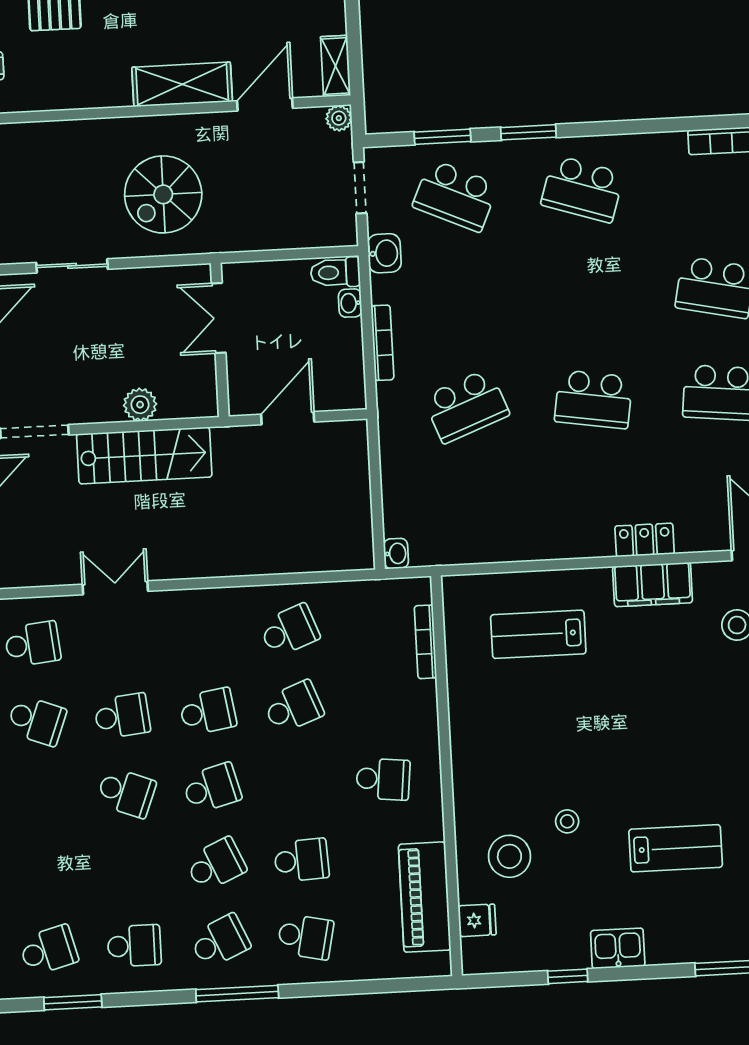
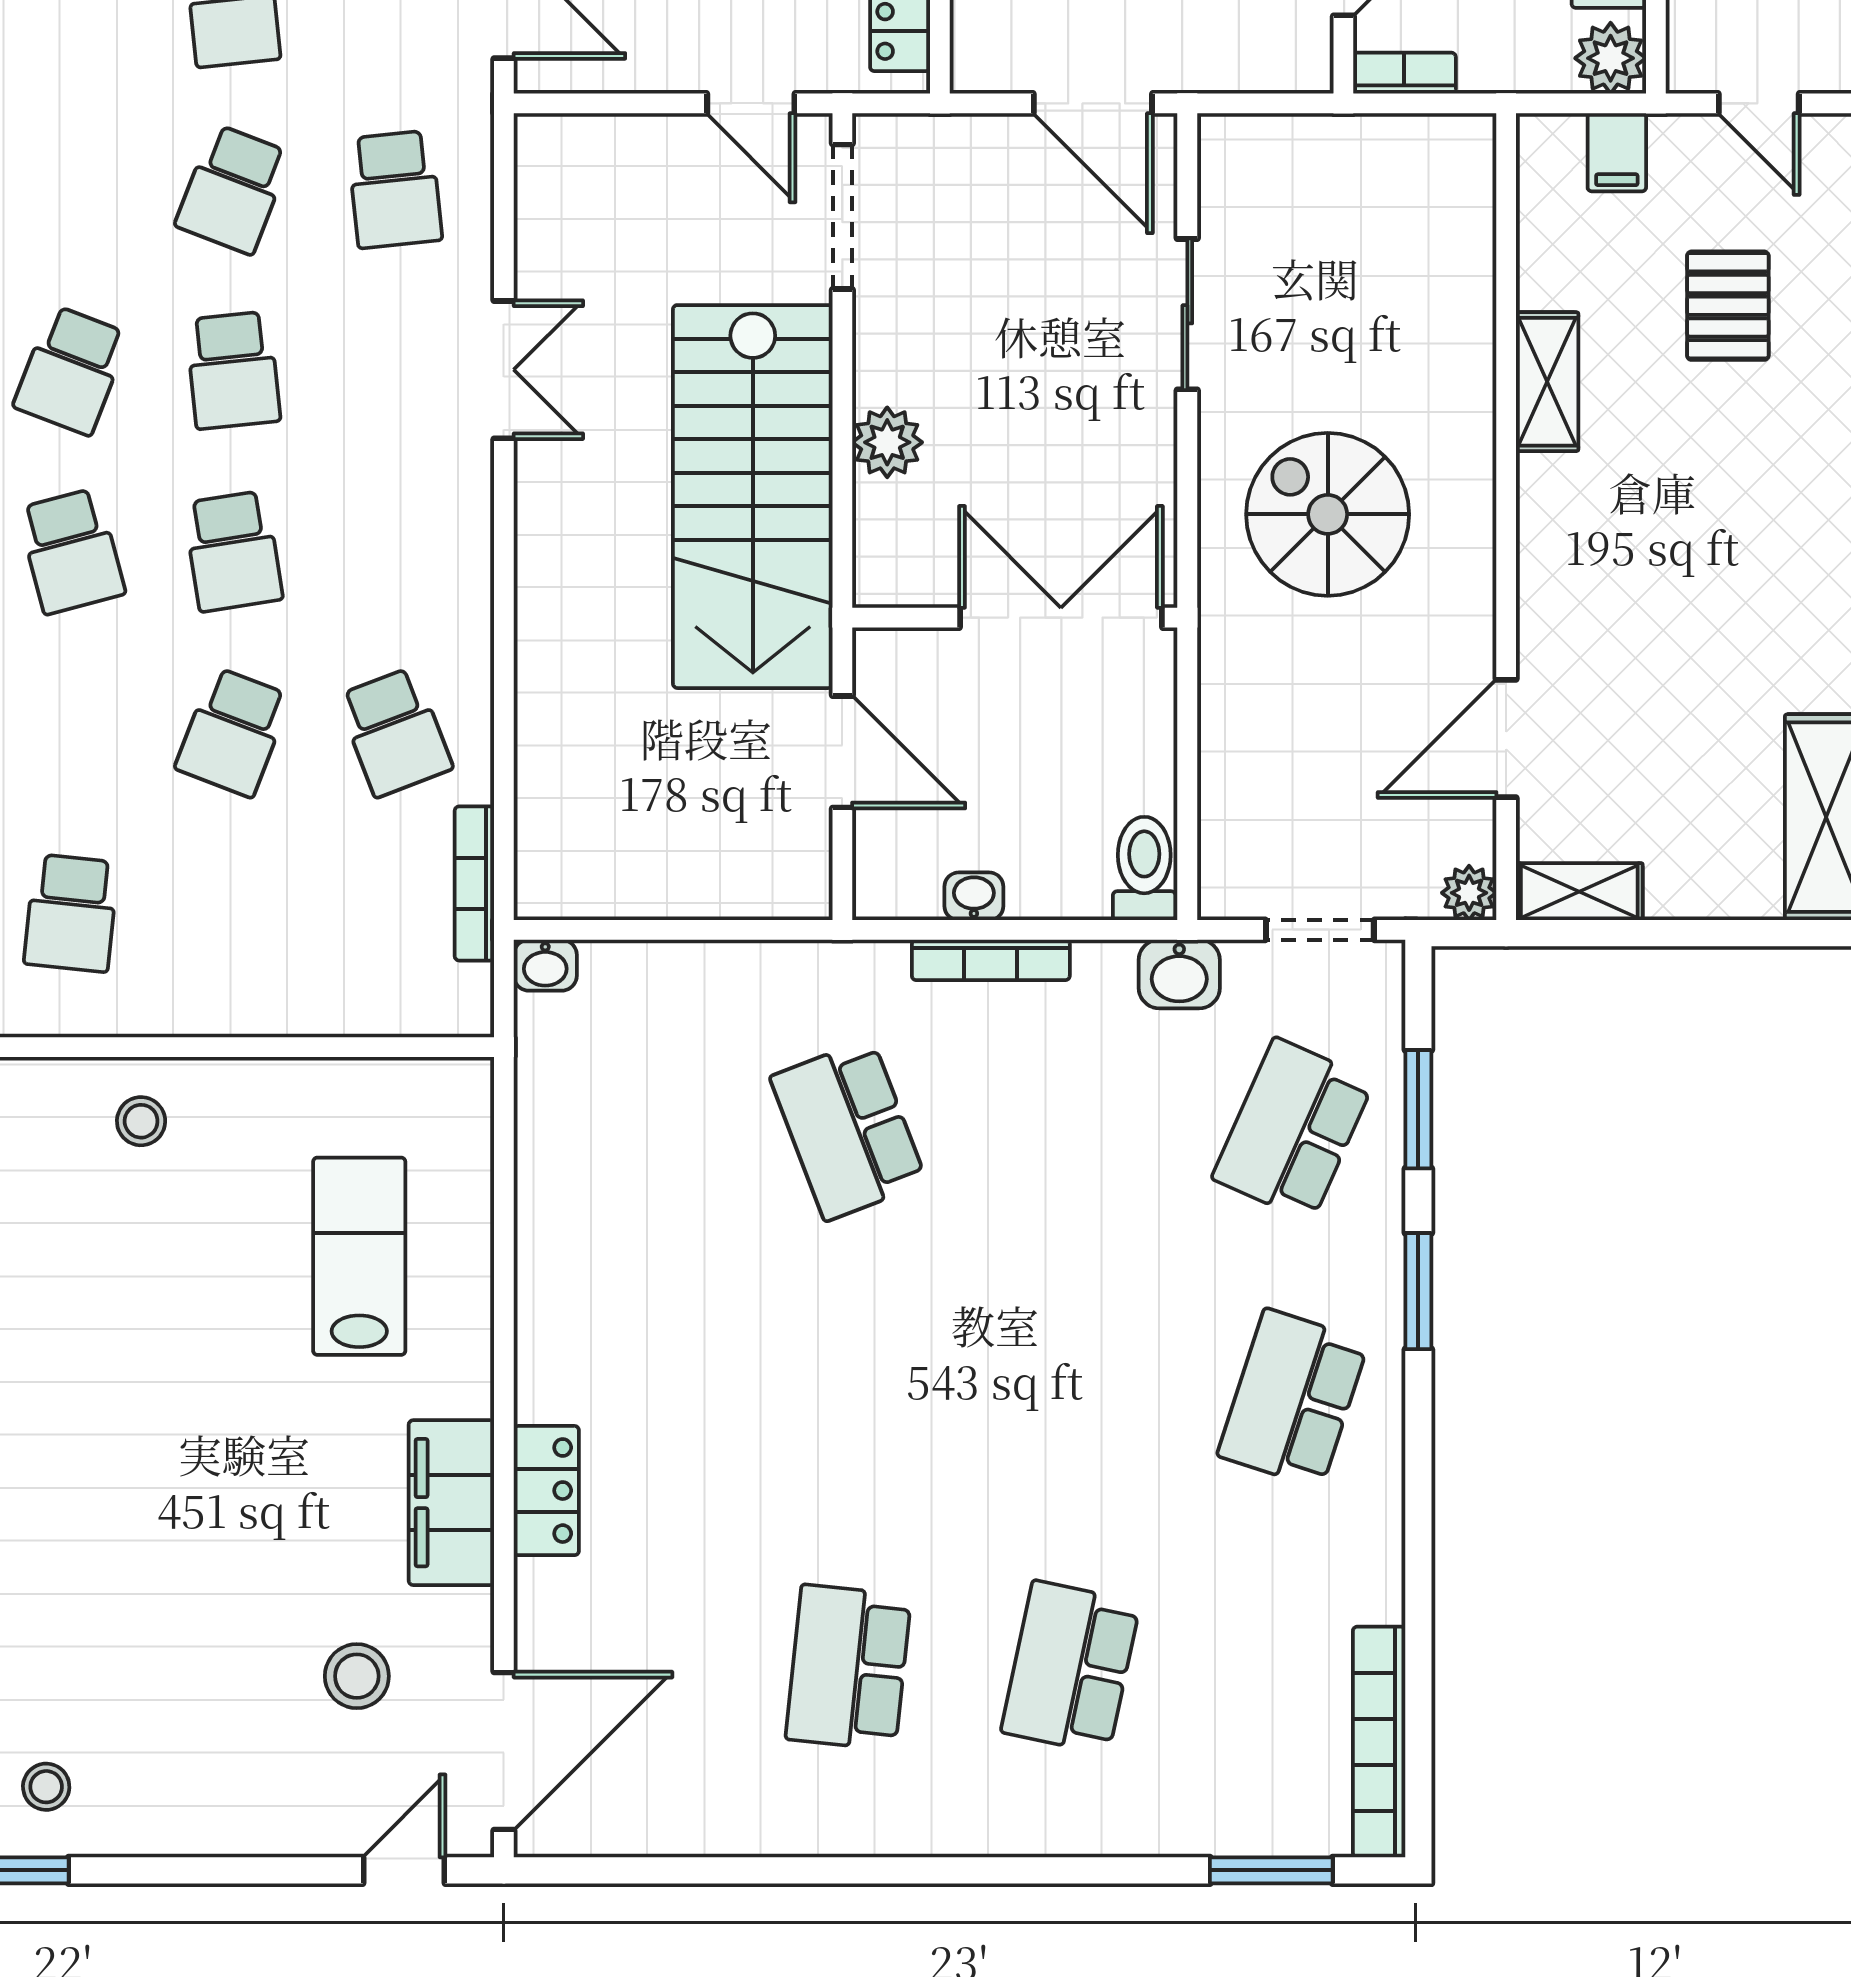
shelving: (182, 84) -> (1547, 382), moved, width x0.67, depth x0.75
door: (265, 104) -> (1506, 739), swing flipped
washbasin: (350, 303) -> (974, 896), moved
double door: (219, 318) -> (1061, 618), width x1.37
school desk: (593, 399) -> (848, 1399), removed
stairs: (144, 455) -> (753, 497), width x1.36, depth x1.51
bookcase: (425, 642) -> (474, 883), moved, turned -90
school desk: (293, 707) -> (233, 732), turned 42
stool: (480, 741) -> (141, 1121), added

